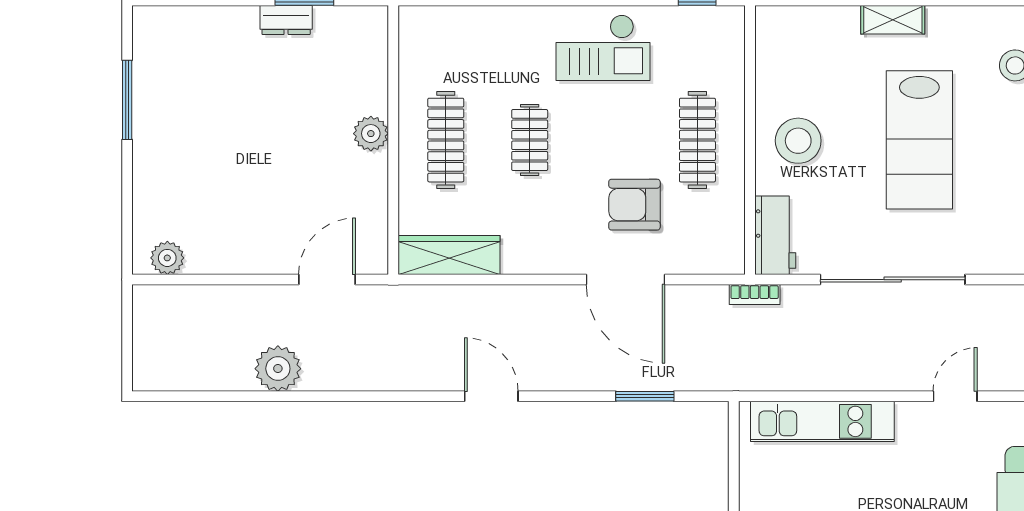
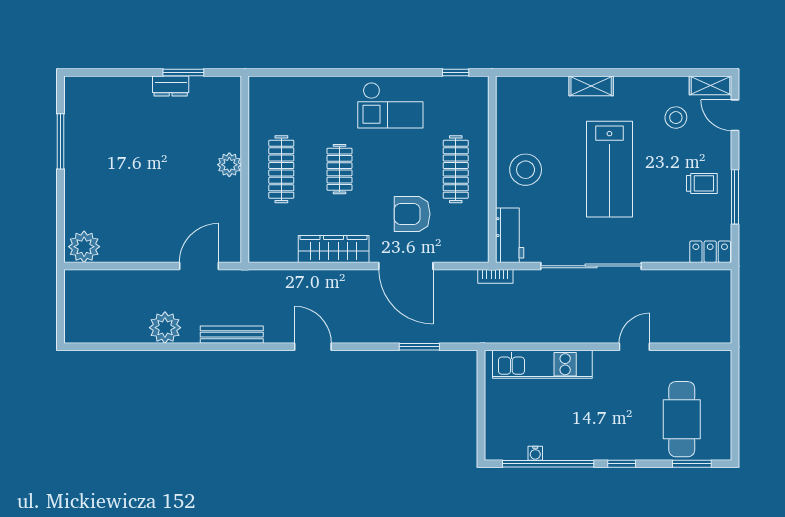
wardrobe: (449, 255) -> (334, 249), moved
plant: (167, 258) -> (84, 247), width x1.36, depth x1.36
bench: (374, 379) -> (232, 335), added

